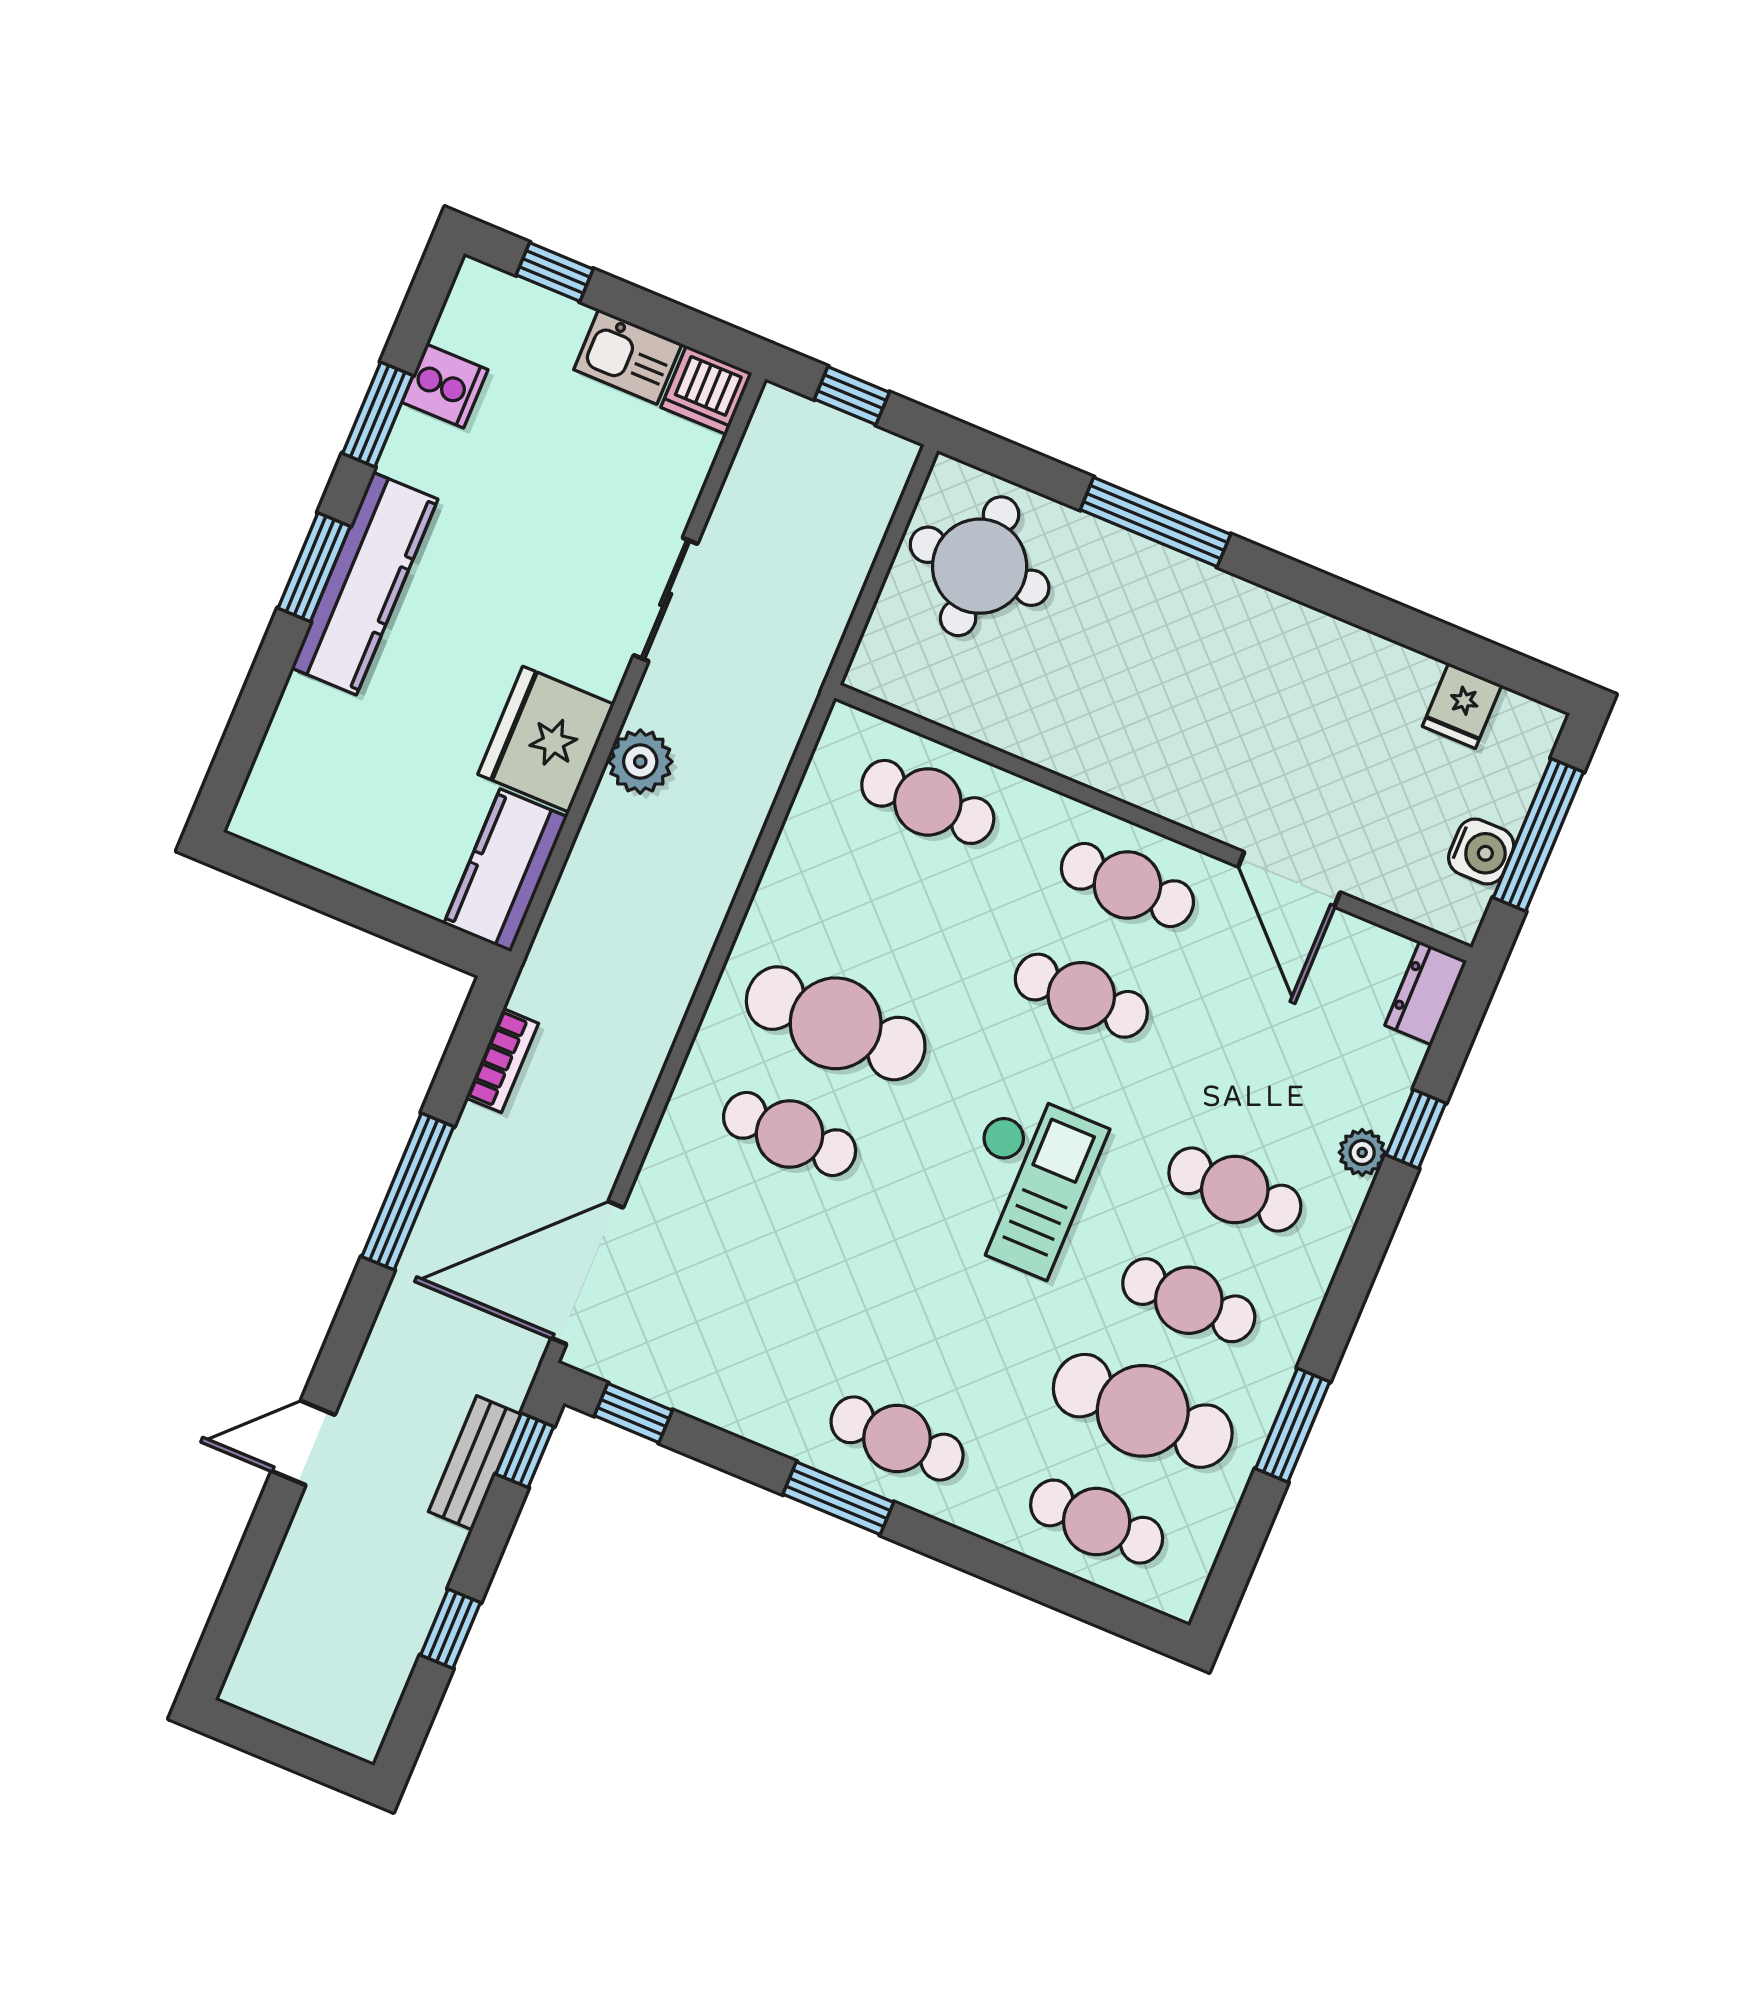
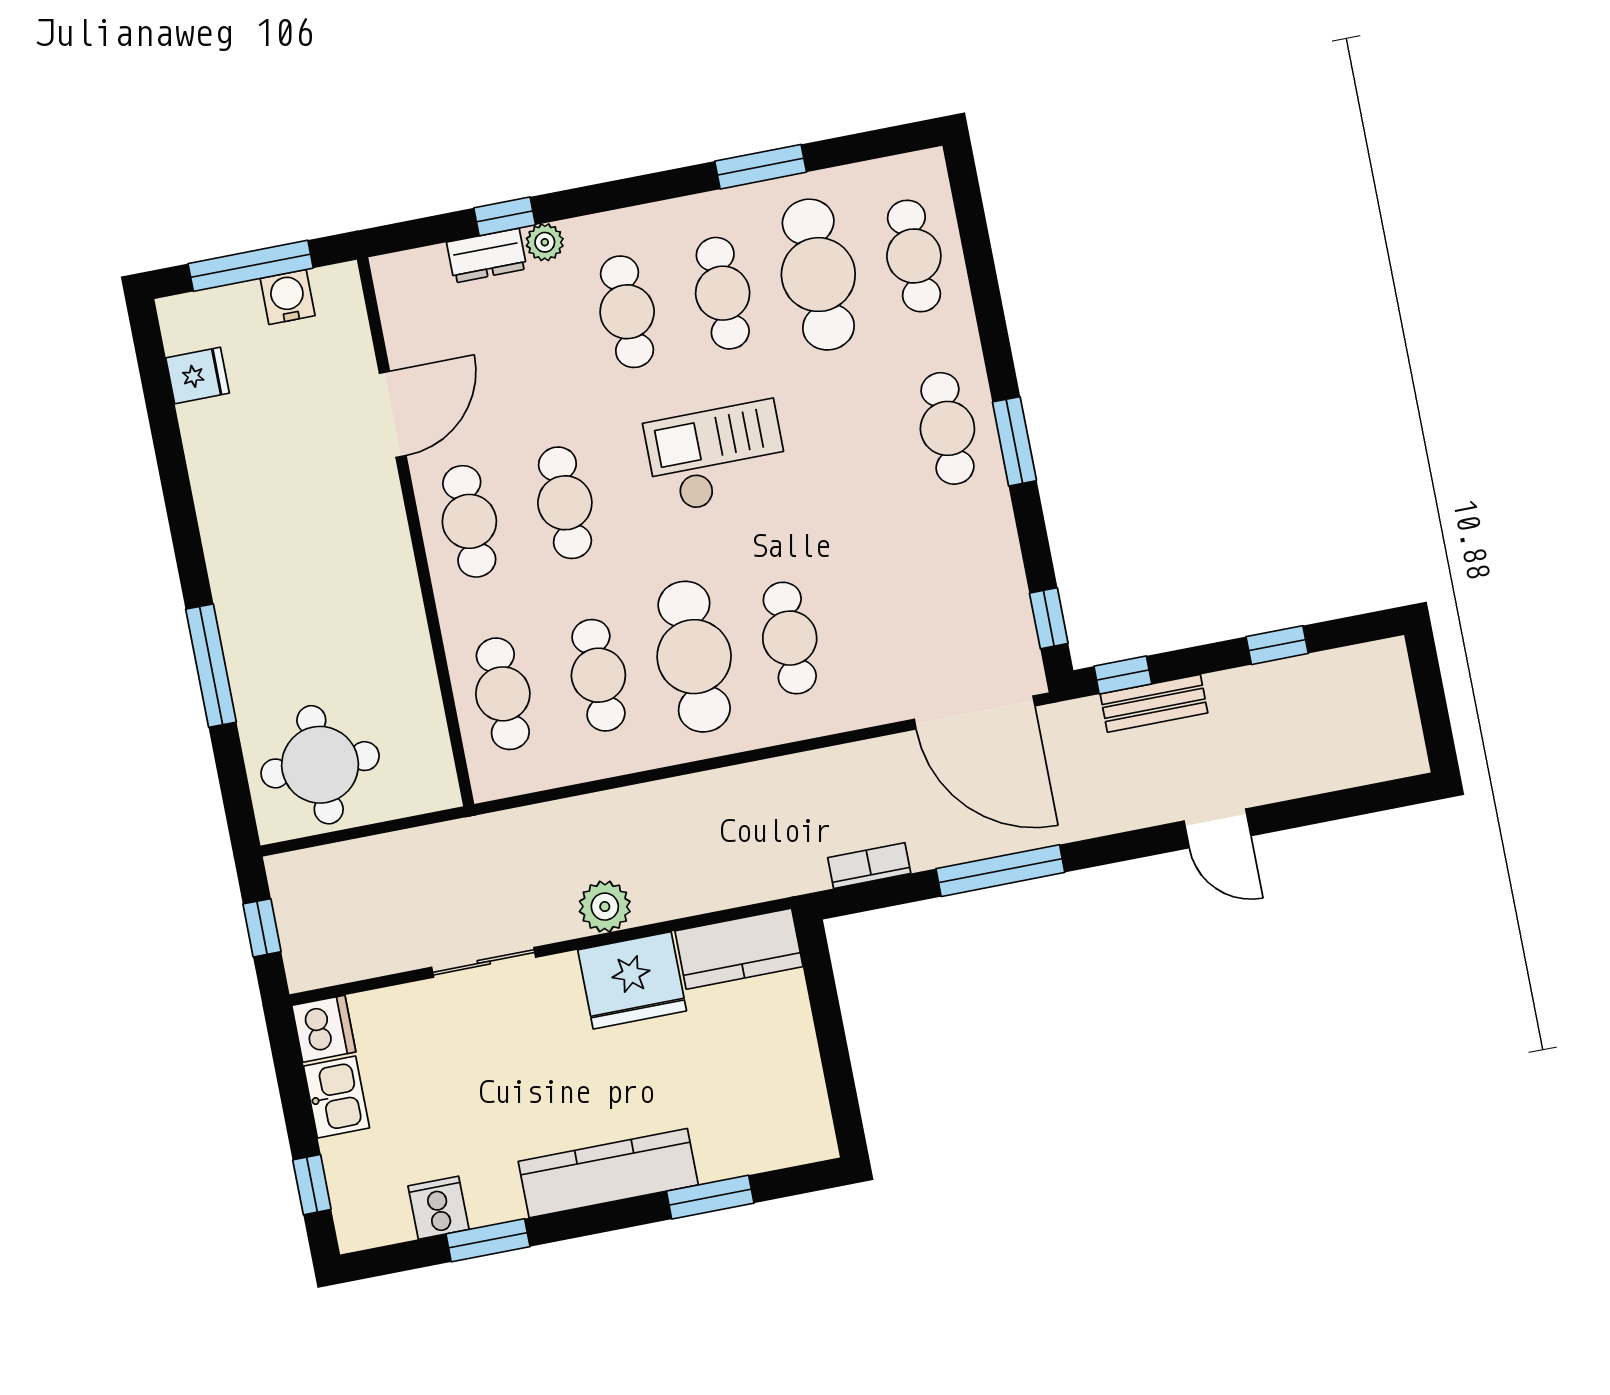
window: (314, 567) -> (710, 1197), moved
cafe table: (882, 913) -> (598, 675), added
dresser: (1426, 993) -> (487, 256), moved

